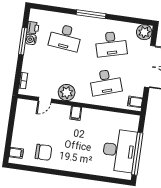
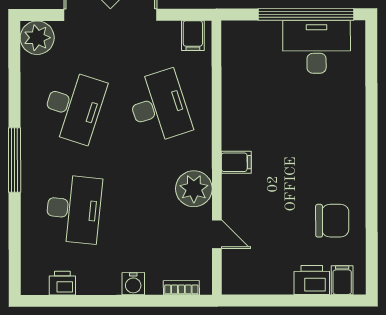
water cooler: (31, 39) -> (133, 284), moved
window: (23, 41) -> (95, 301), removed
desk: (111, 44) -> (73, 107), turned 33
printer: (18, 139) -> (312, 280), added
desk: (119, 150) -> (317, 47), width x0.73, depth x0.77
chair: (43, 152) -> (332, 221), turned 90

